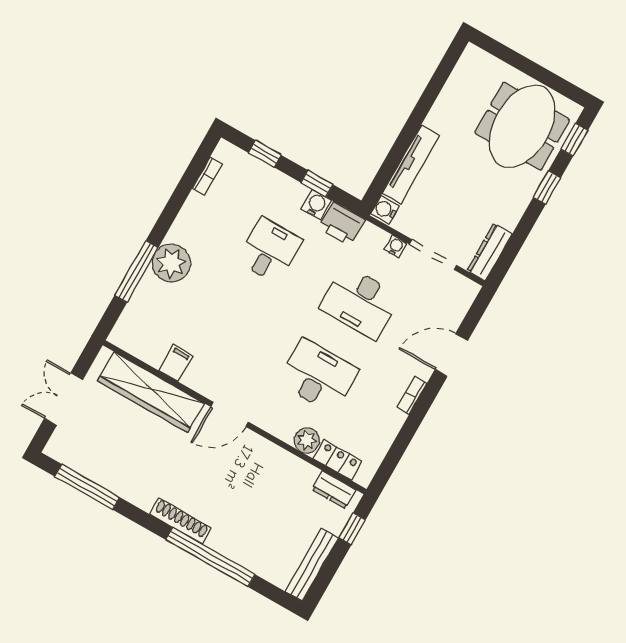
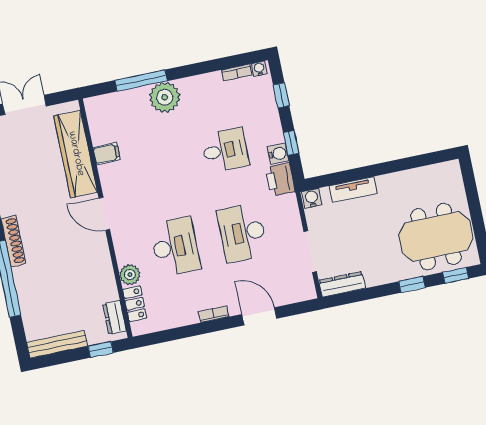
tv unit: (411, 164) -> (353, 190), width x0.71
water cooler: (396, 246) -> (259, 69), moved, turned -90

